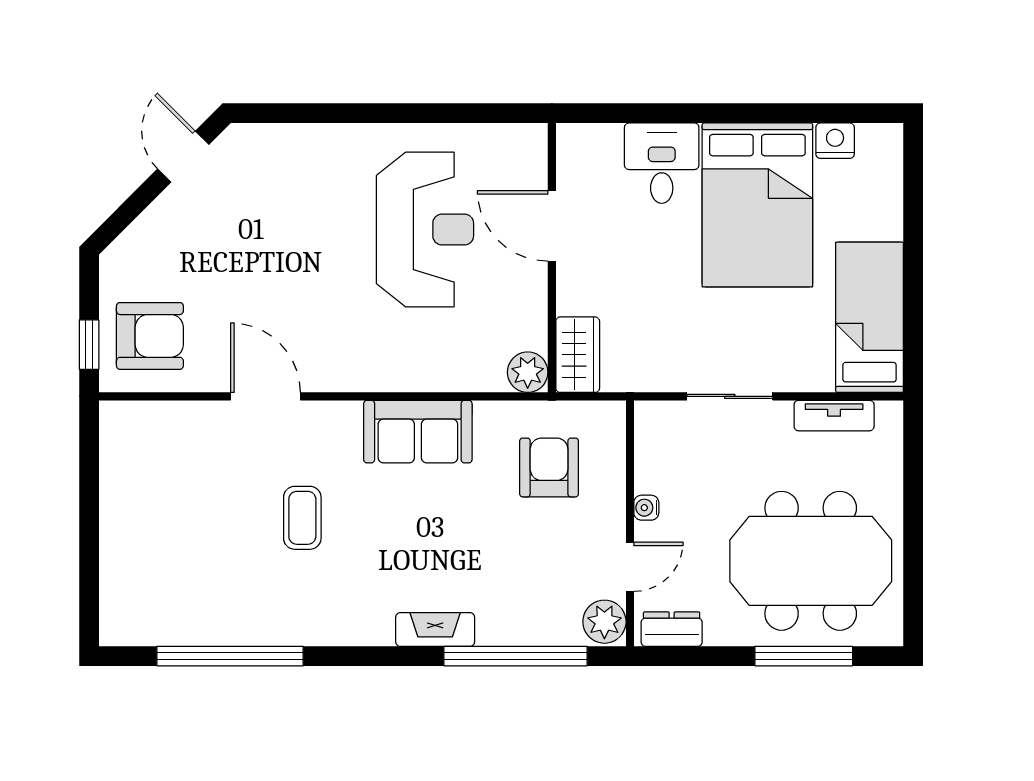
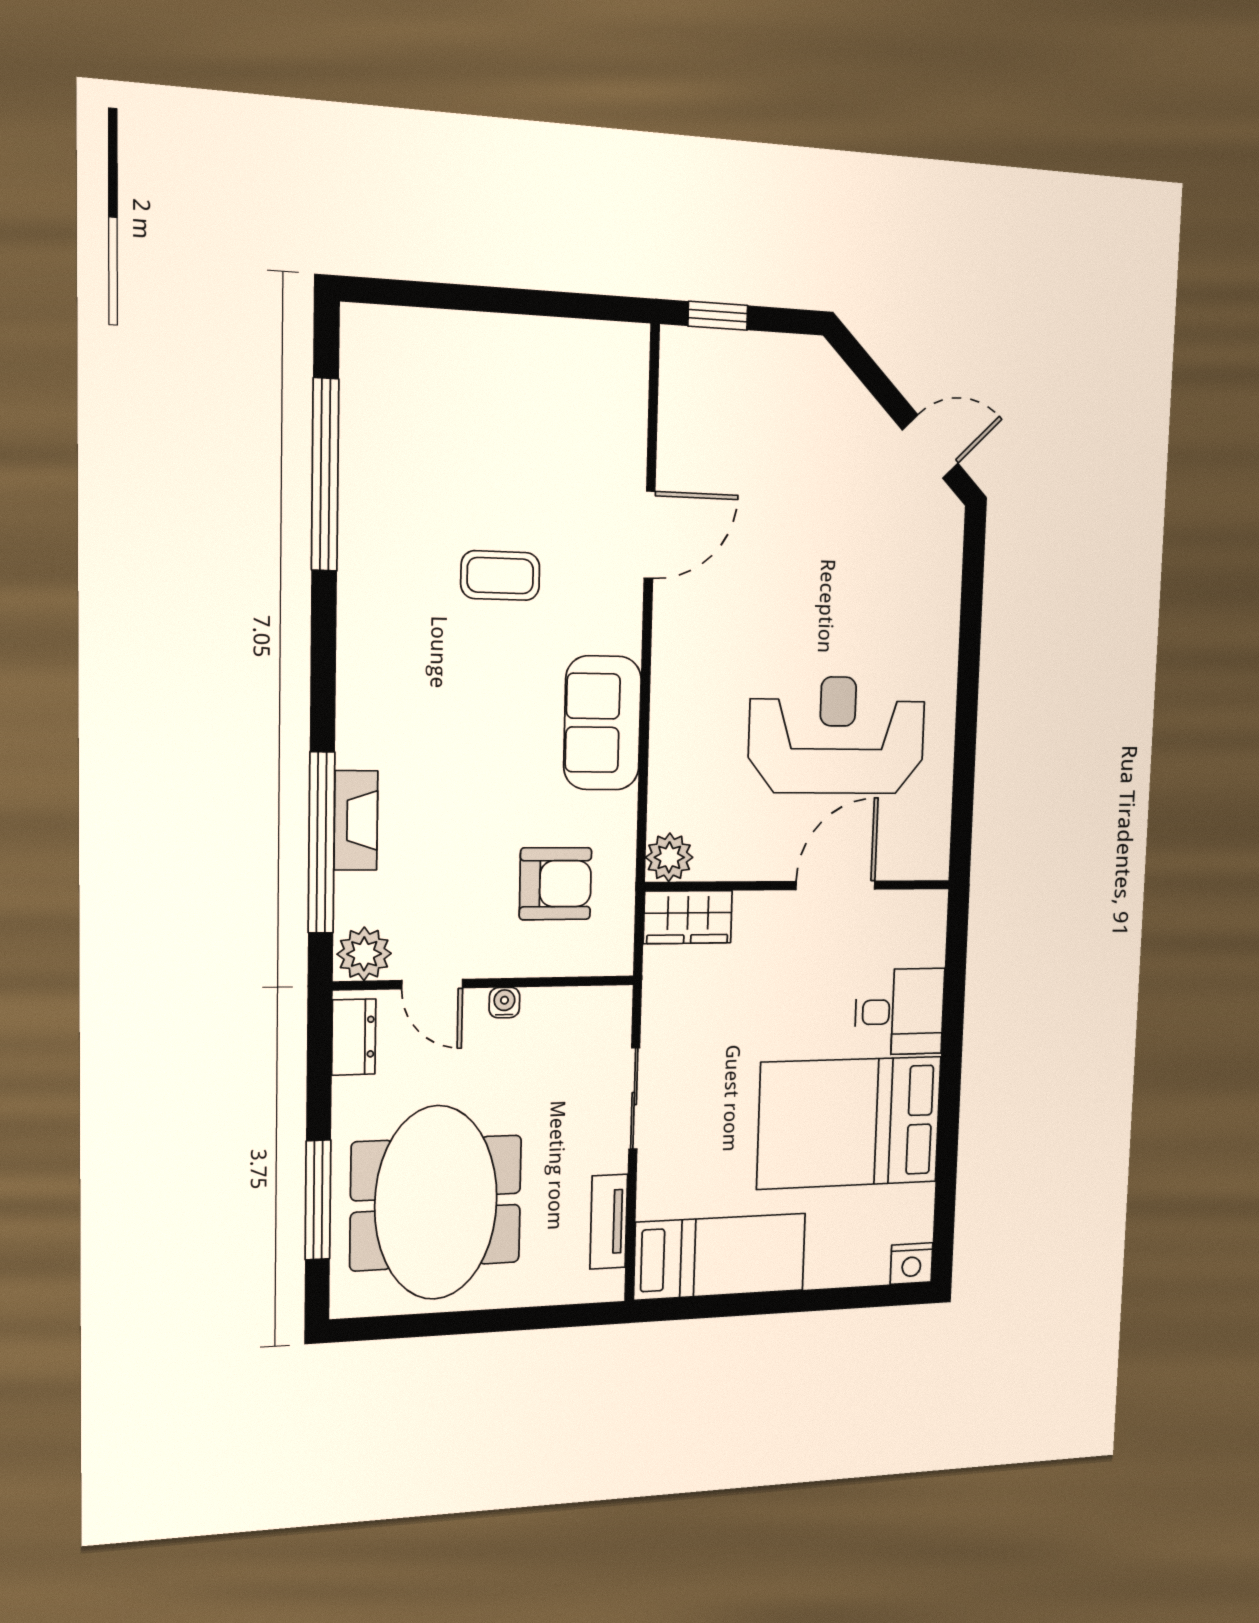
nightstand: (835, 141) -> (911, 1264), moved, turned 90
reception desk: (425, 230) -> (837, 735), turned 180
armchair: (150, 336) -> (726, 393), removed
fireplace: (435, 630) -> (356, 820), moved

